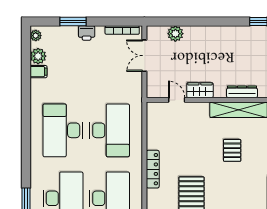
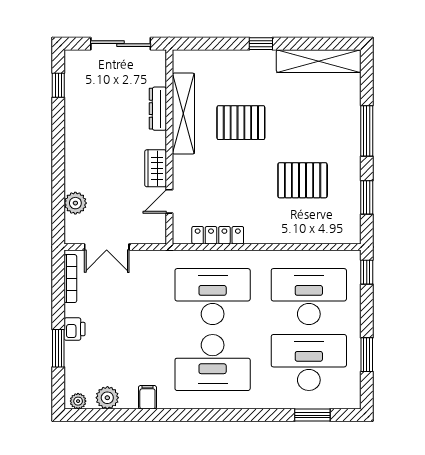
filing cabinet: (38, 72) -> (147, 397), moved
pallet: (232, 150) -> (241, 123), width x1.50, depth x1.42
locker: (153, 169) -> (218, 235), moved

